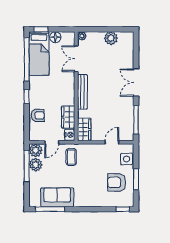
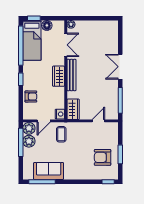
plant: (111, 38) -> (97, 26), removed
double door: (76, 59) -> (66, 45), swing flipped
wardrobe: (68, 117) -> (59, 76), moved
side table: (127, 159) -> (112, 136), removed

